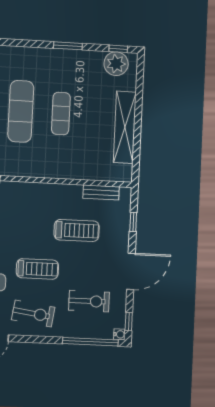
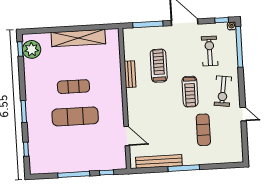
window: (68, 46) -> (24, 112), moved
bench: (101, 192) -> (130, 74), moved
window: (133, 222) -> (148, 24), width x2.17
treadmill: (37, 269) -> (190, 92), turned 180
exercise bike: (33, 313) -> (223, 91), turned 180

